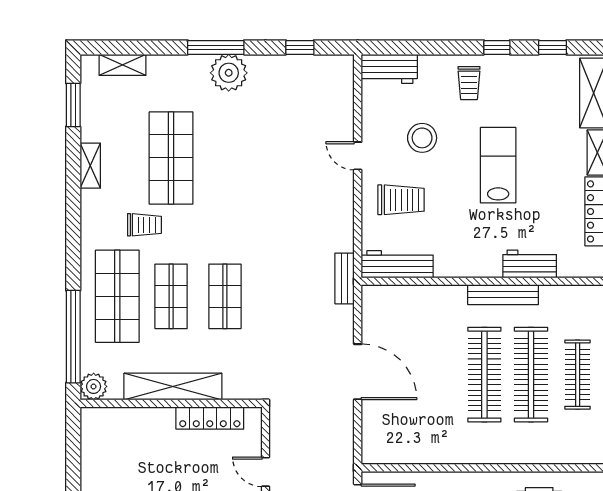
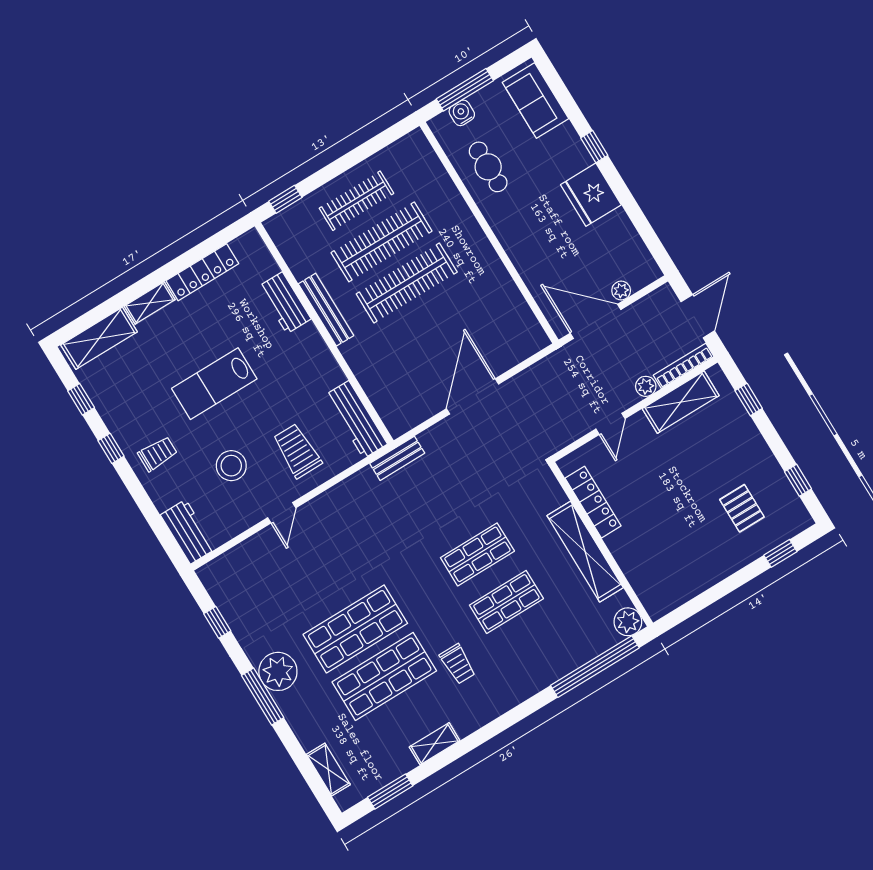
trolley: (144, 225) -> (458, 664), turned 180
shop shelf: (117, 296) -> (355, 629), moved

